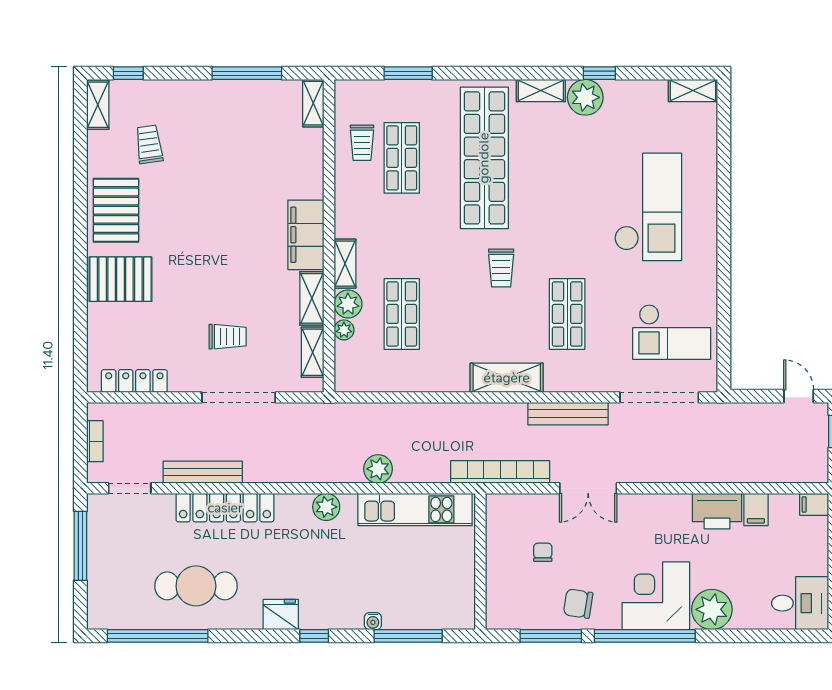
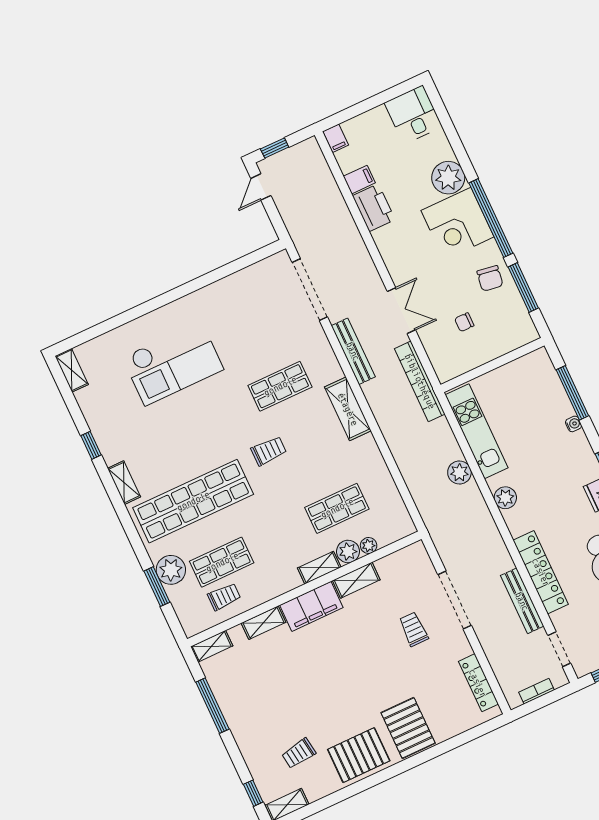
plant: (585, 97) -> (171, 570), moved
checkout: (648, 207) -> (173, 363), turned 180
checkout: (672, 332) -> (257, 303), removed
shelving: (313, 352) -> (263, 623), moved

